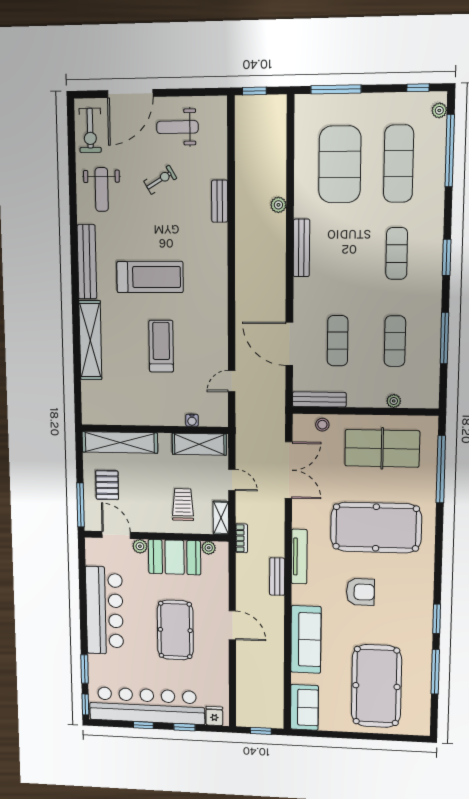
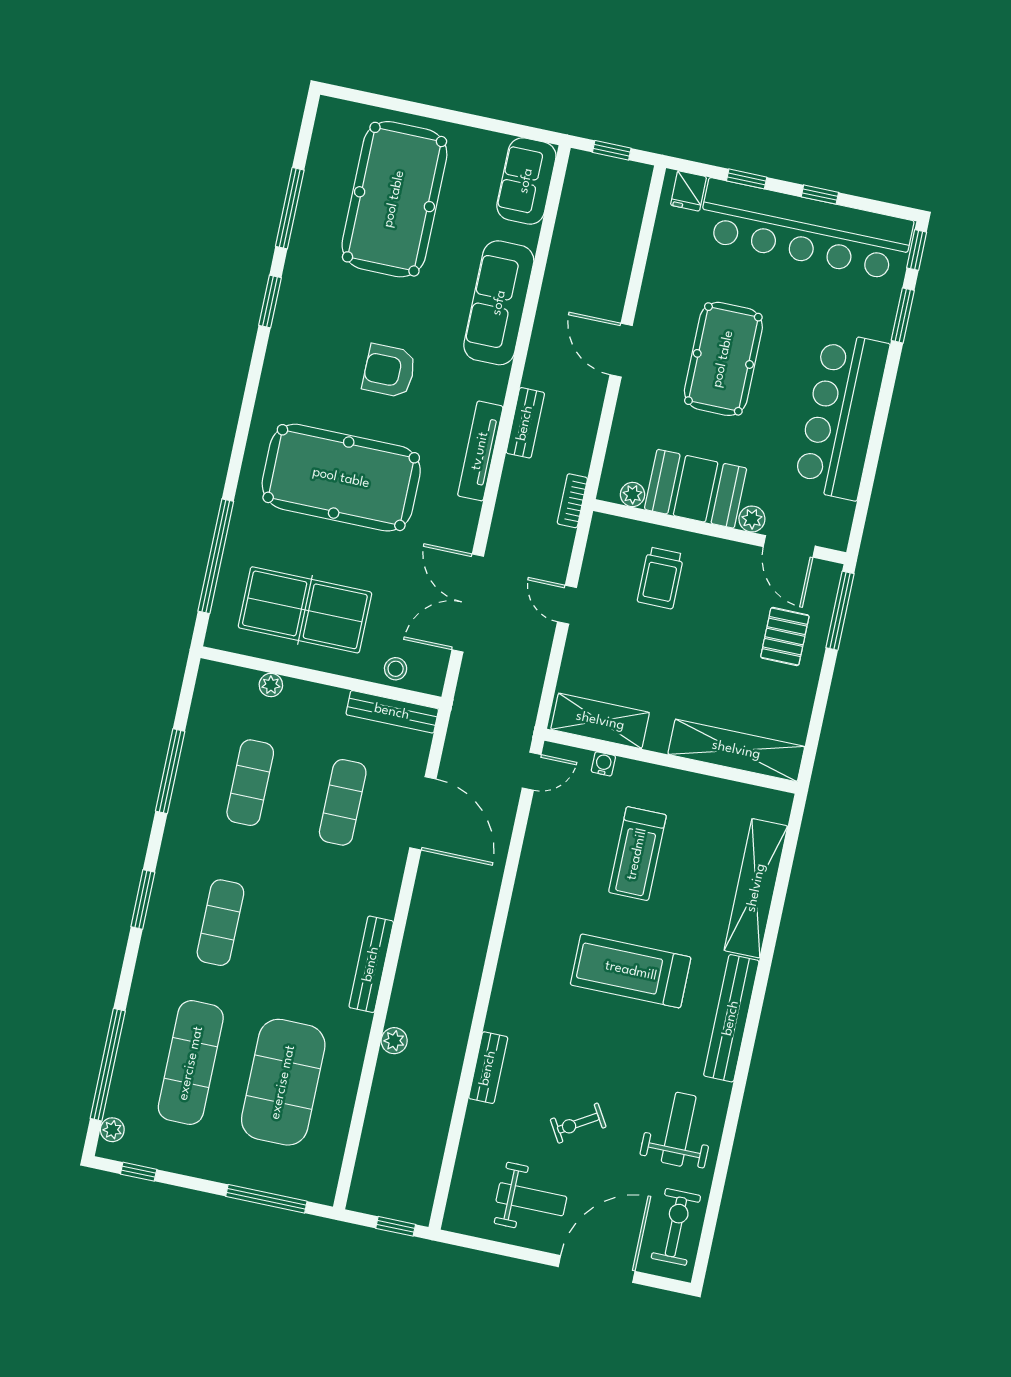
water cooler: (192, 420) -> (603, 764), moved
wall: (155, 429) -> (671, 761), moved
shelving: (120, 442) -> (736, 750), moved
shelving: (199, 444) -> (600, 721), moved
shelving: (221, 518) -> (600, 543), removed

